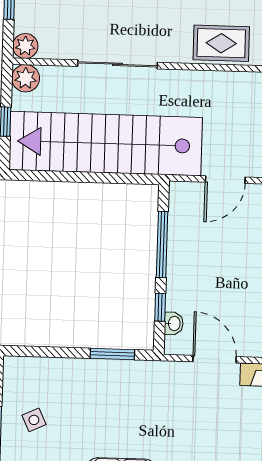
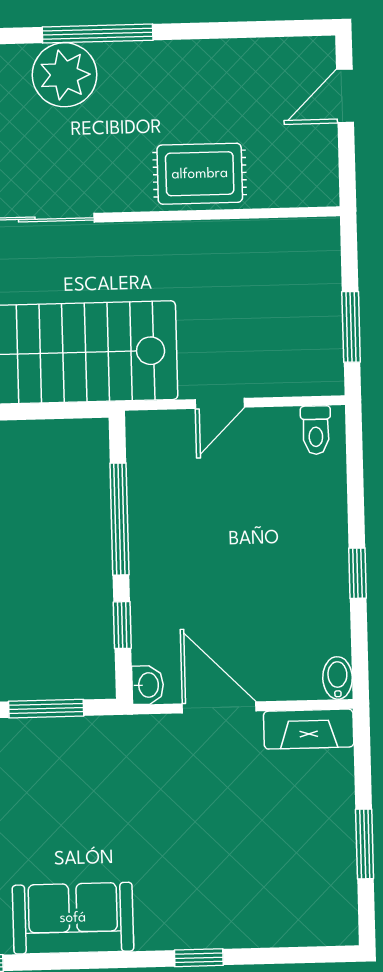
door: (225, 180) -> (220, 403), width x0.73
washbasin: (174, 323) -> (148, 685), moved

